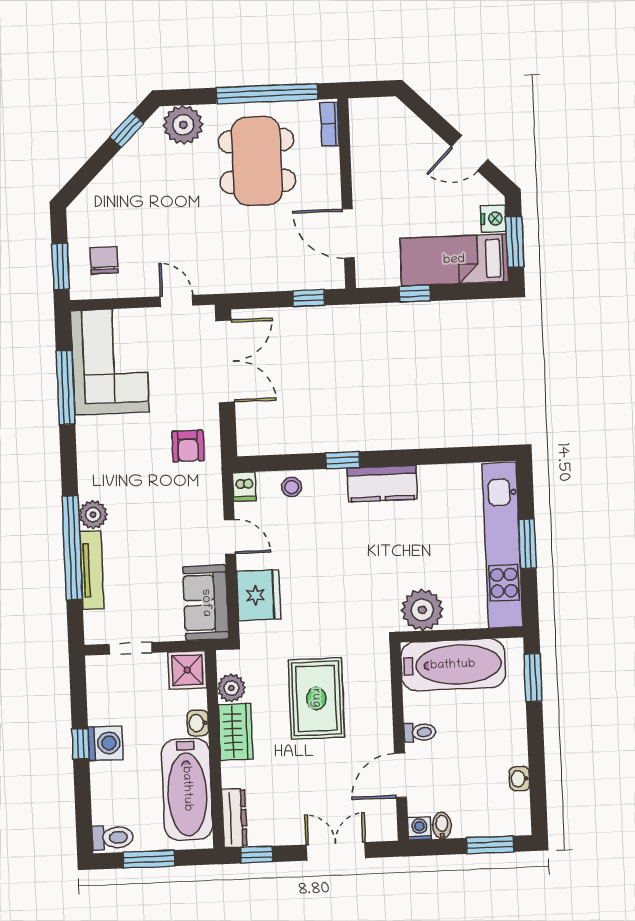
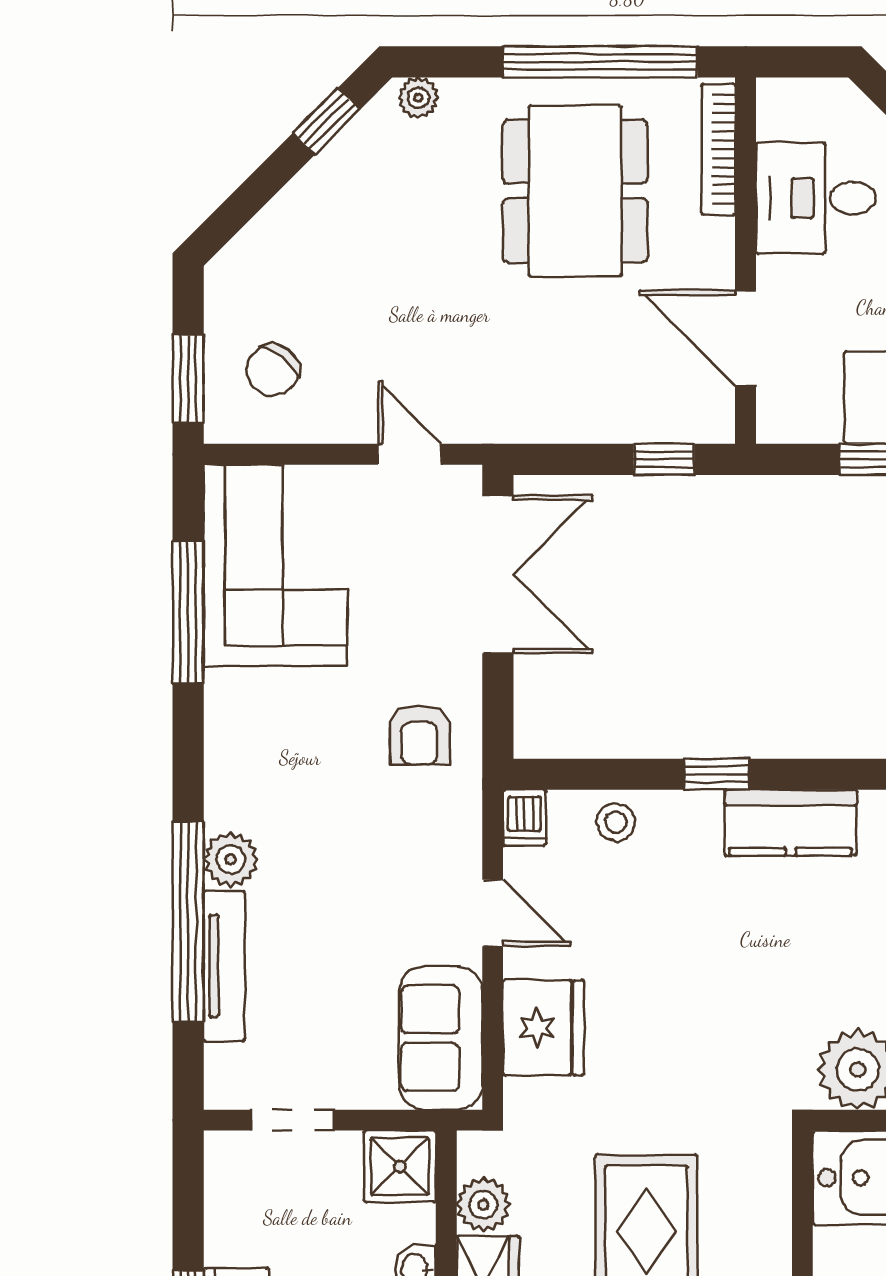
bookcase: (330, 124) -> (718, 149), width x1.56
plant: (183, 125) -> (418, 98), width x0.53, depth x0.53
desk: (382, 159) -> (816, 198), added
chair: (104, 260) -> (273, 370), turned -142

